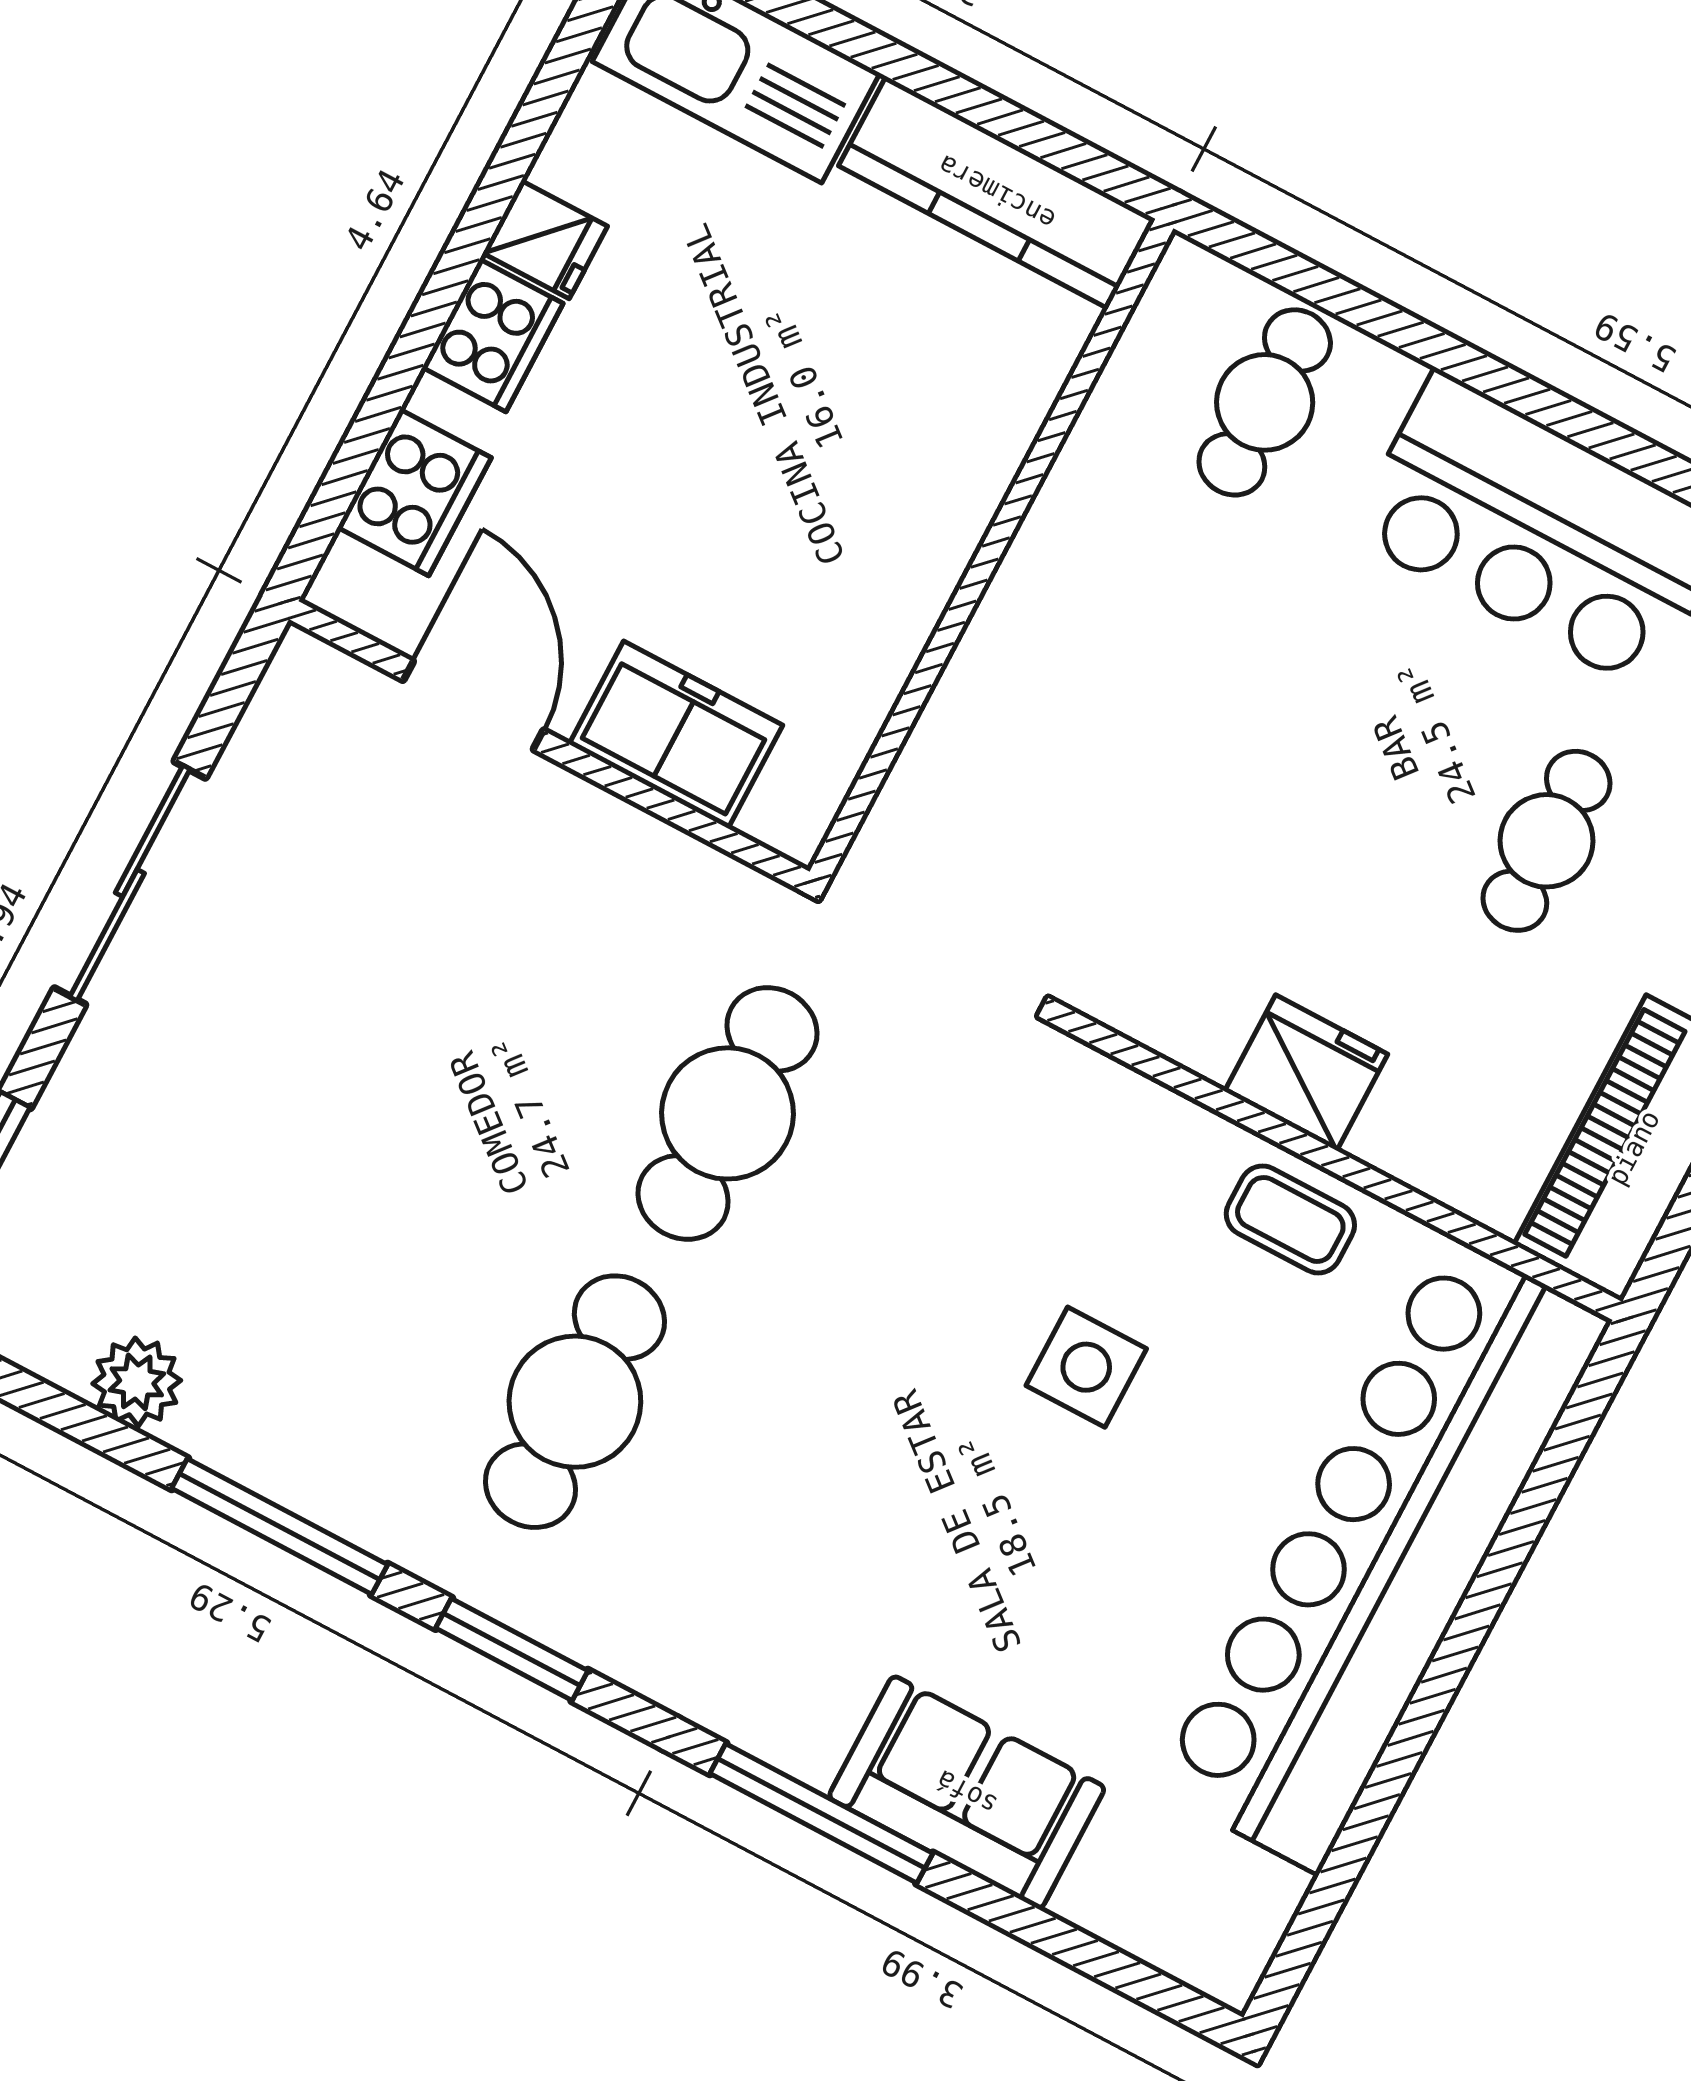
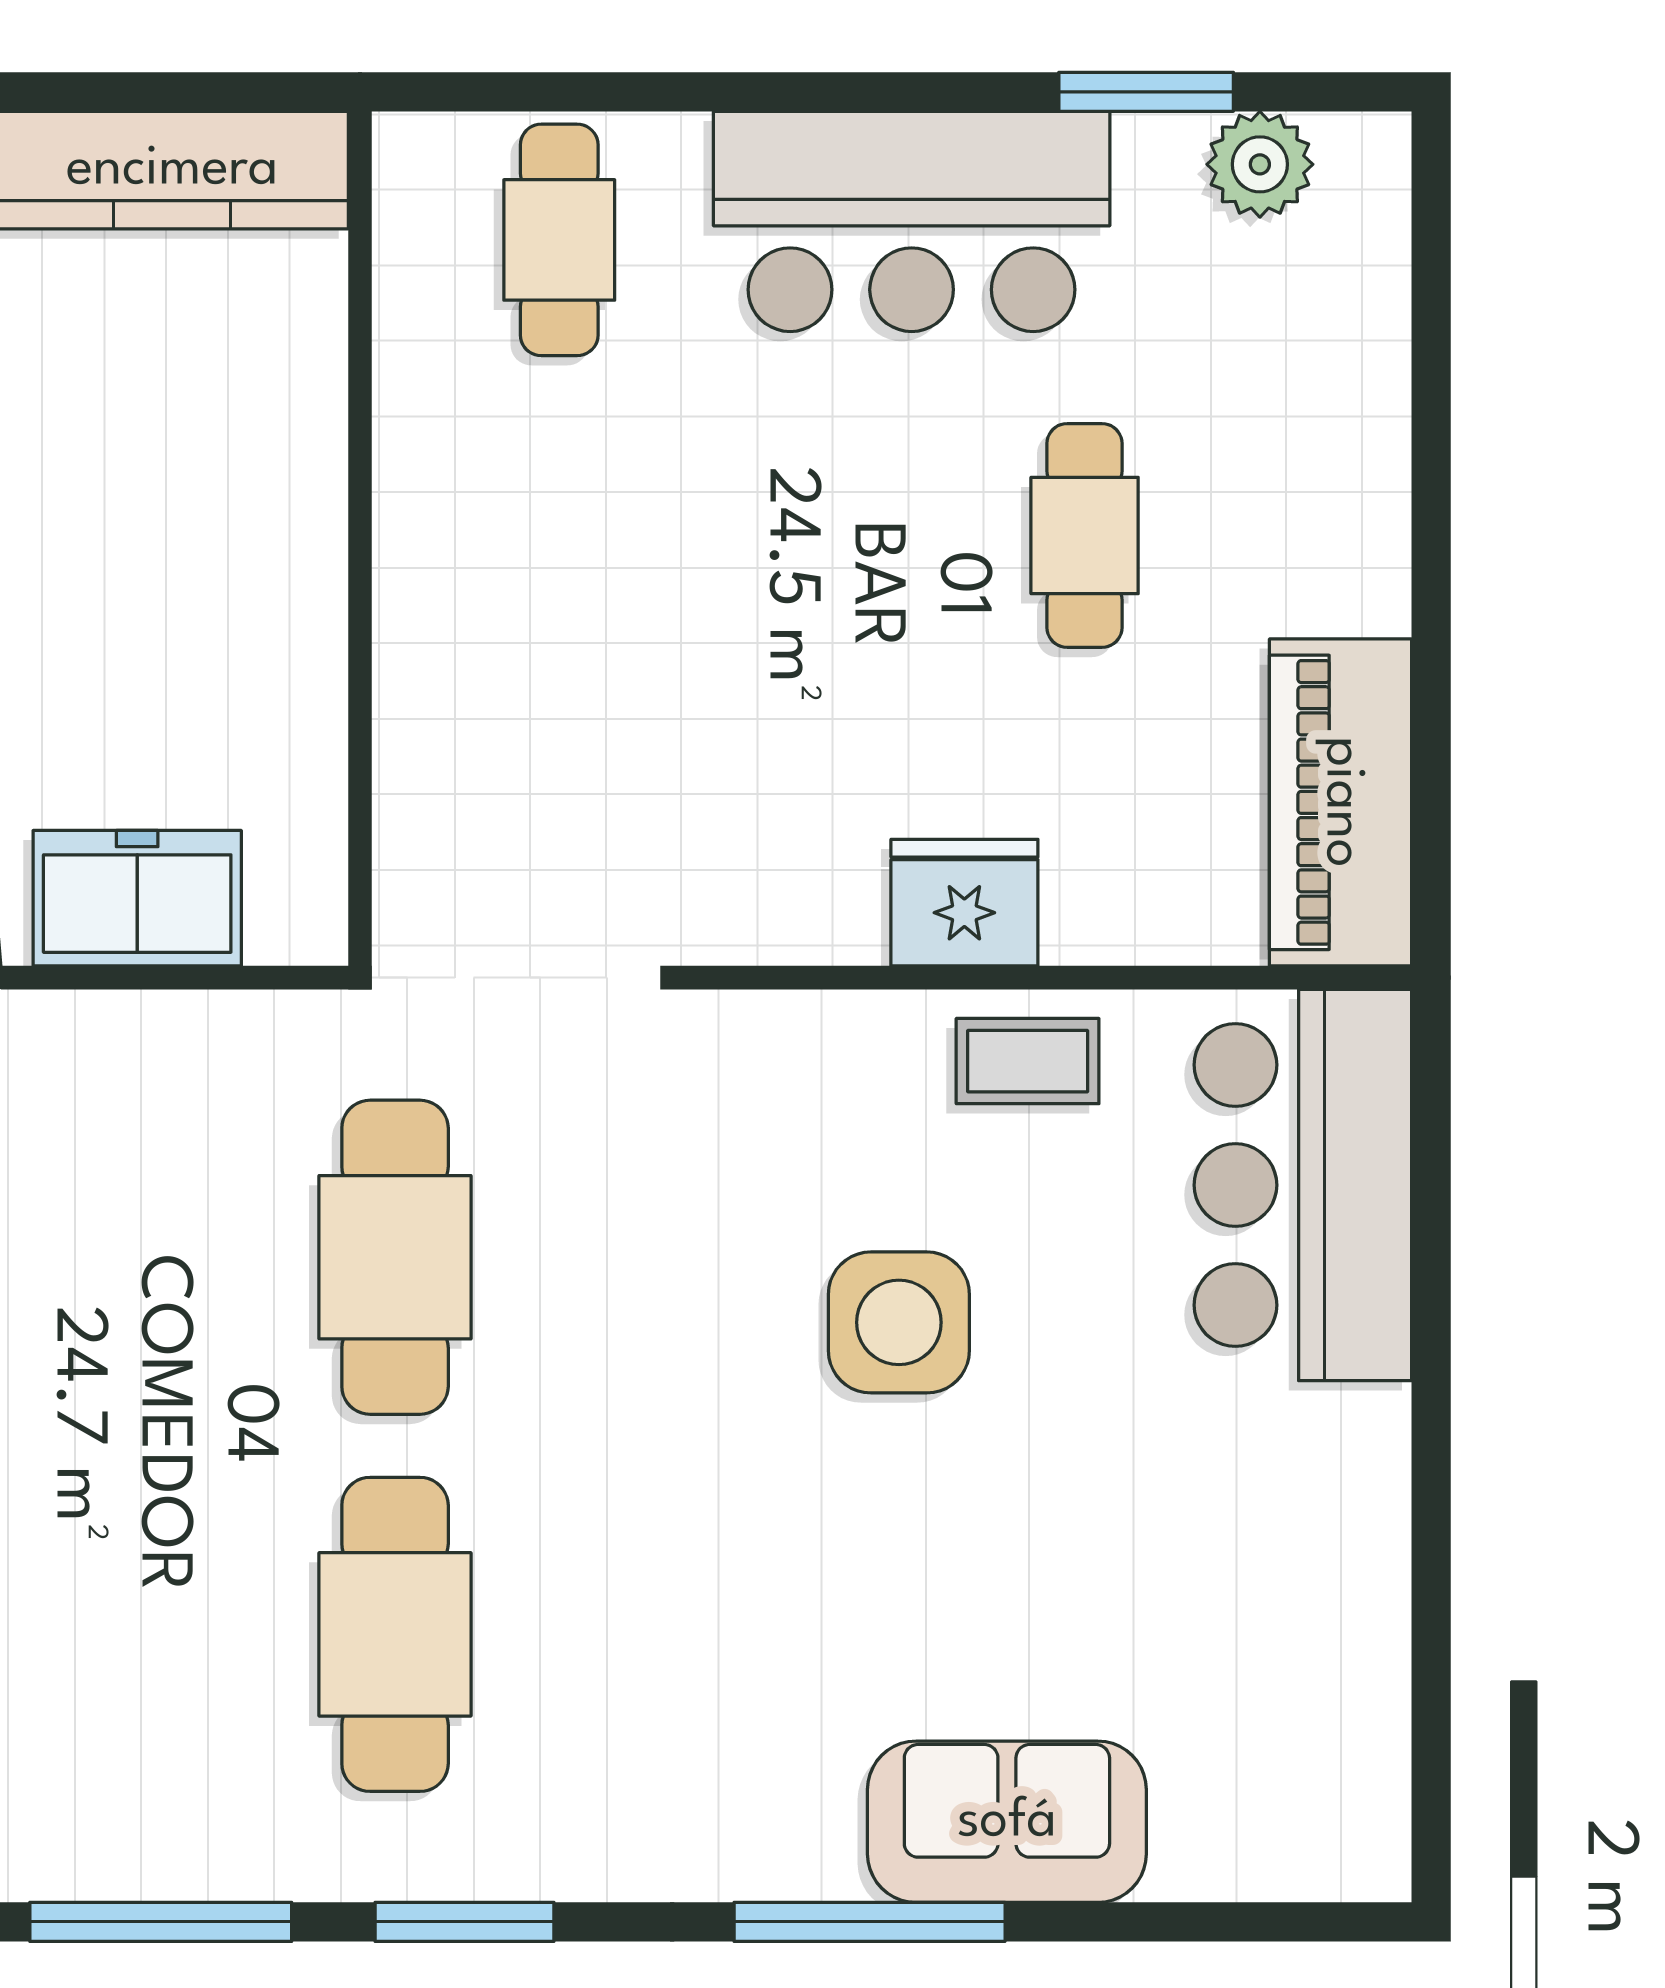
side table: (1086, 1367) -> (899, 1322), width x1.37, depth x1.37
bar counter: (1383, 1554) -> (1303, 1185), width x0.54

